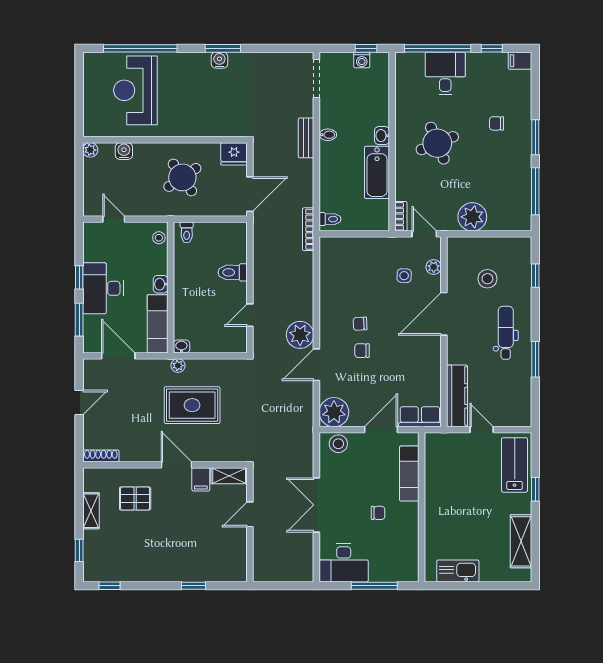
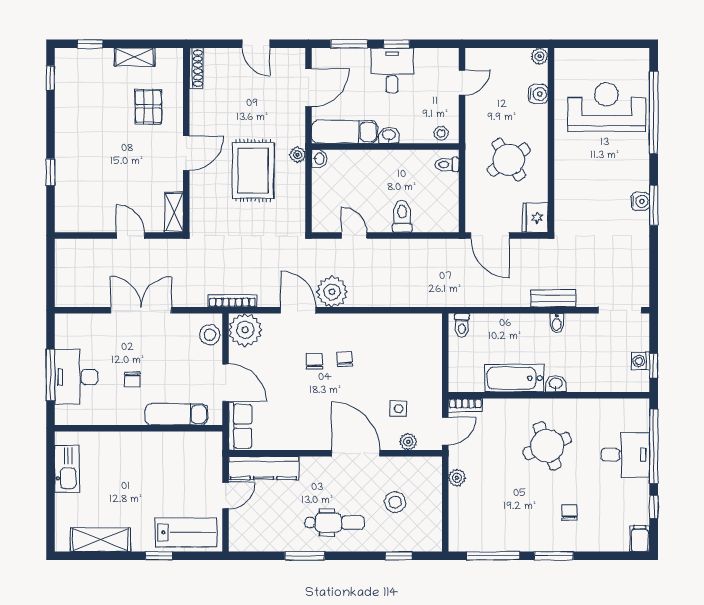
plant: (472, 217) -> (457, 478), width x0.53, depth x0.53
bookcase: (308, 229) -> (232, 301), moved
desk: (103, 288) -> (392, 71), width x0.73
filing cabinet: (201, 479) -> (170, 180), removed
desk: (344, 563) -> (76, 377), moved

